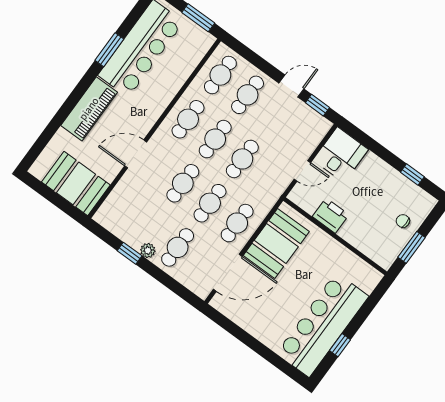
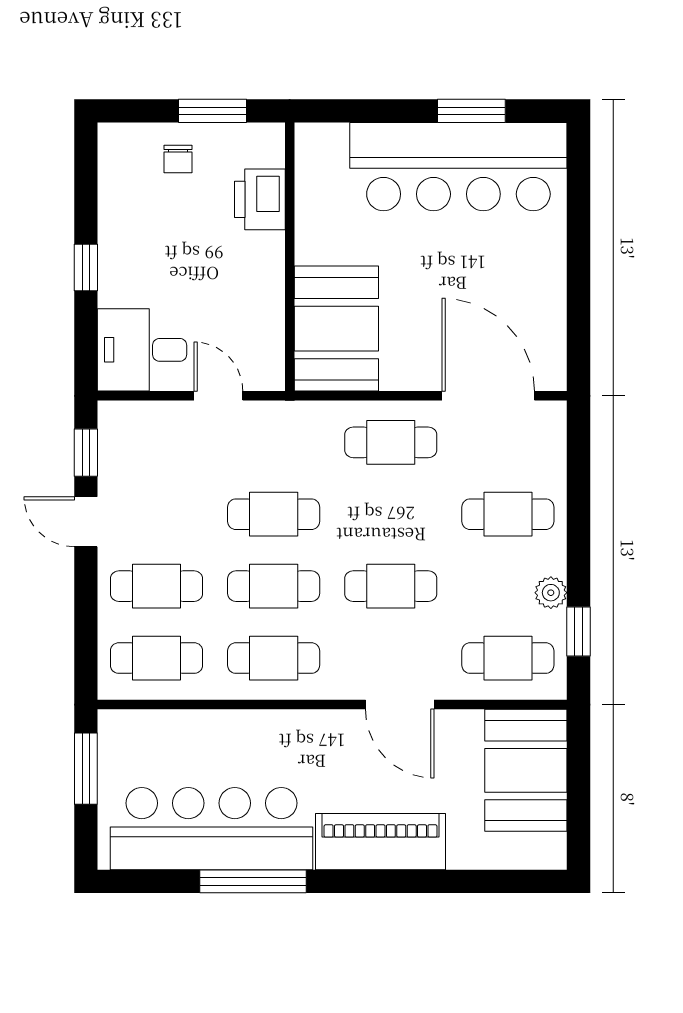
window: (109, 50) -> (253, 881), width x1.44
window: (412, 175) -> (86, 267), moved
cafe table: (210, 203) -> (508, 658), moved
printer: (331, 216) -> (260, 199), moved
booth: (276, 243) -> (336, 329), moved, turned 90
plant: (148, 250) -> (551, 593), moved
window: (130, 253) -> (578, 632), moved
window: (340, 345) -> (471, 111), width x1.50

